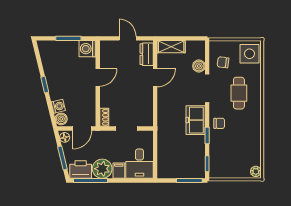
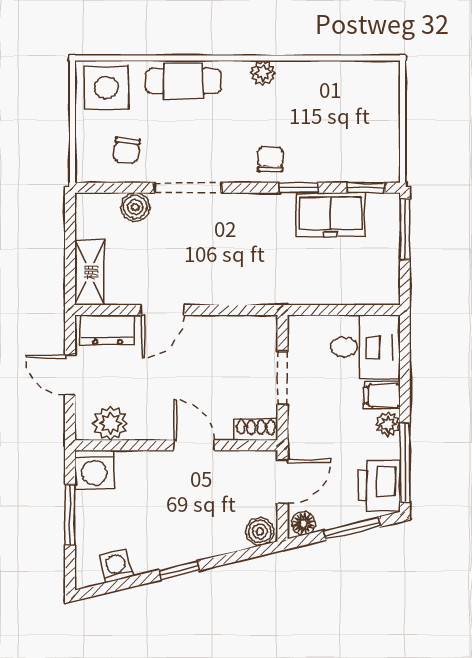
door: (128, 38) -> (70, 375), hinge flipped
plant: (107, 55) -> (110, 423), added
door: (98, 77) -> (194, 445), moved
door: (155, 78) -> (162, 310), swing flipped
cafe table: (239, 93) -> (183, 81), moved
washing machine: (58, 106) -> (116, 566), moved
freezer: (196, 120) -> (331, 215), moved
door: (82, 129) -> (283, 482), hinge flipped
plant: (102, 169) -> (388, 424), width x0.53, depth x0.53
plant: (256, 171) -> (263, 73), moved

